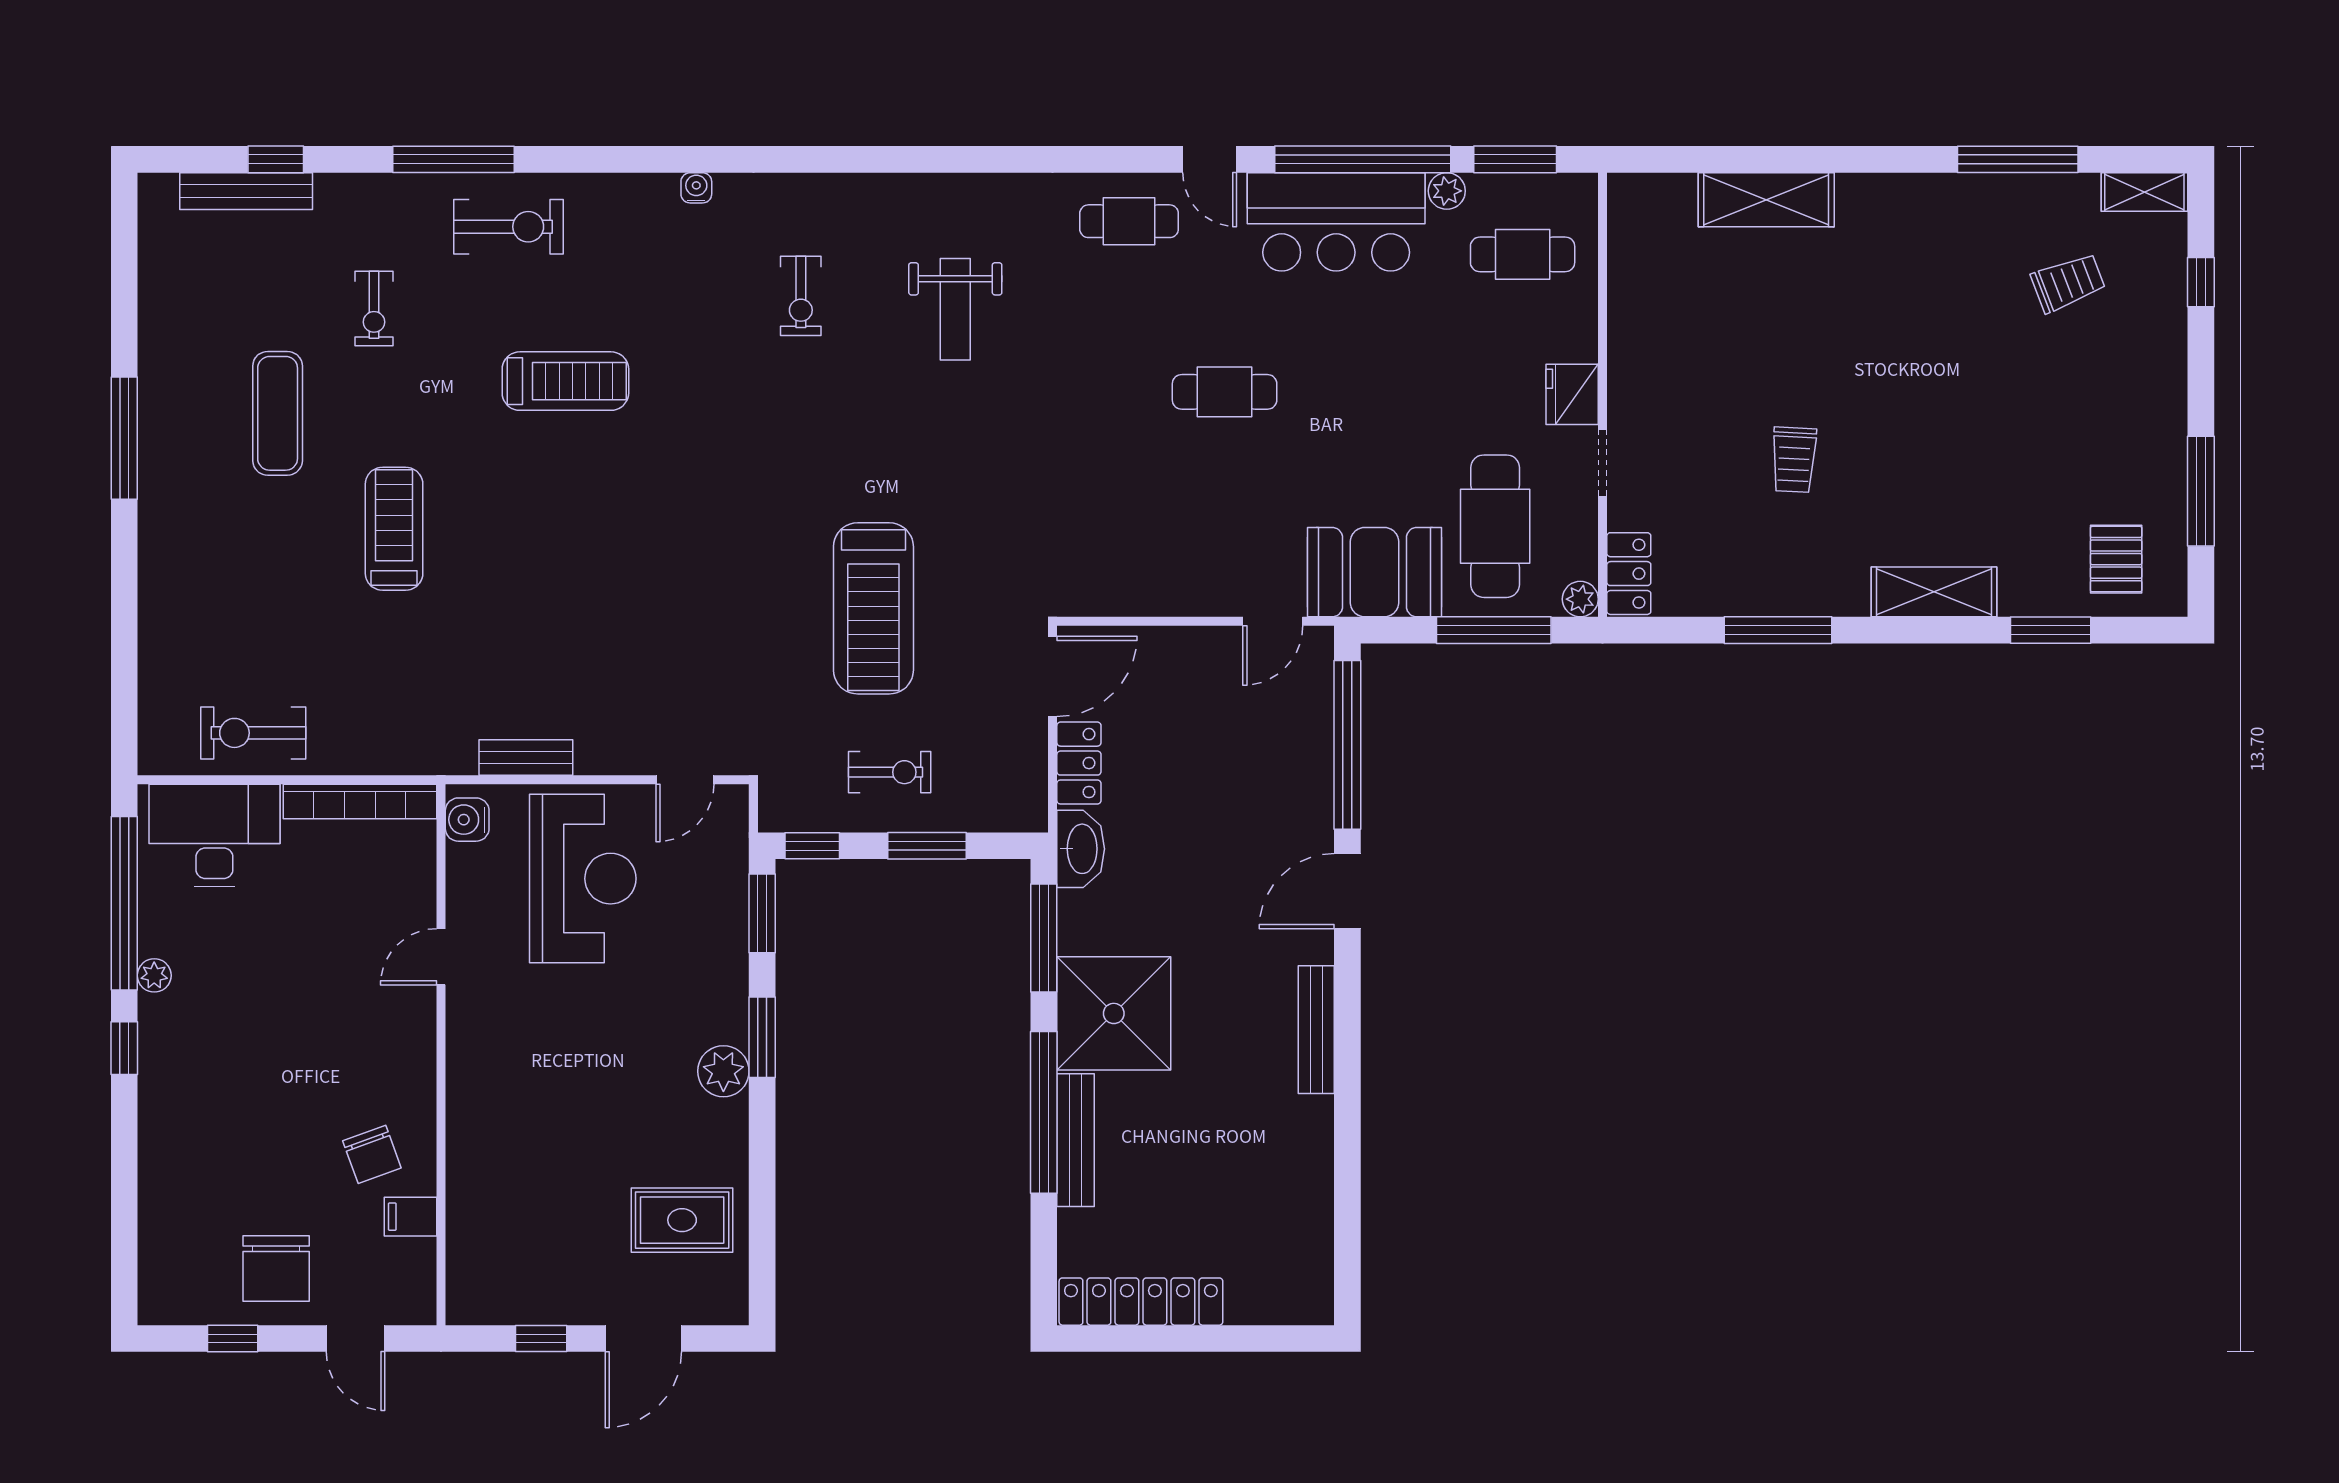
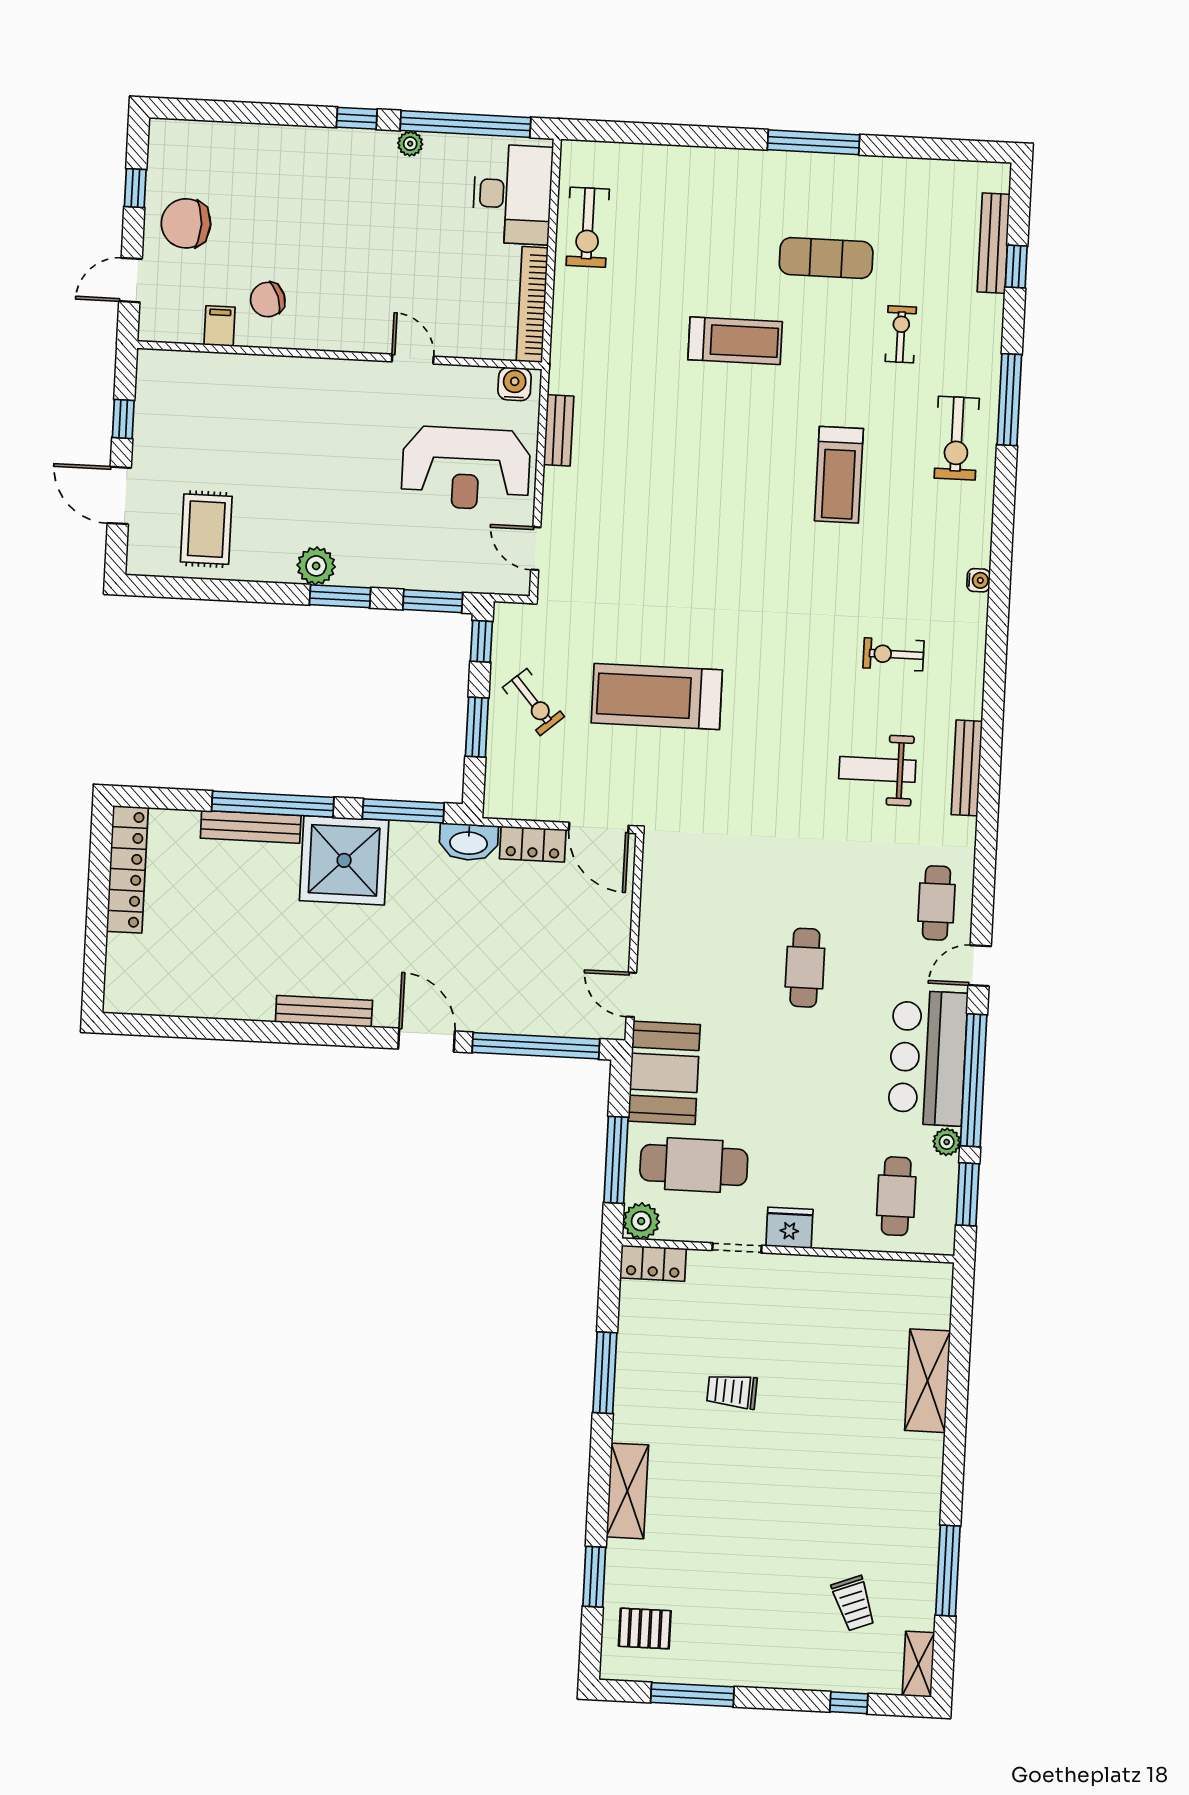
bench: (947, 190) -> (967, 768), added
exercise bike: (374, 308) -> (901, 334), turned 90
plant: (1580, 599) -> (641, 1221), width x1.38, depth x1.38
exercise bike: (253, 733) -> (588, 227), turned 180
exercise bike: (890, 772) -> (533, 702), turned -41

